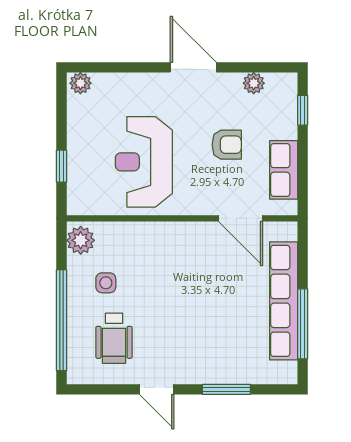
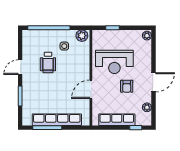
armchair: (227, 145) -> (127, 86), moved
reception desk: (144, 162) -> (114, 62), turned 180
row of seats: (284, 170) -> (117, 120), width x1.48
door: (240, 218) -> (91, 89), moved
wheelchair: (114, 338) -> (48, 63), moved, turned -90

